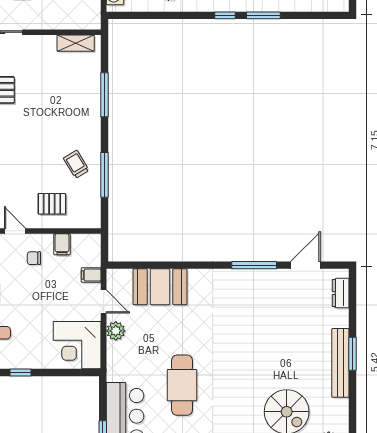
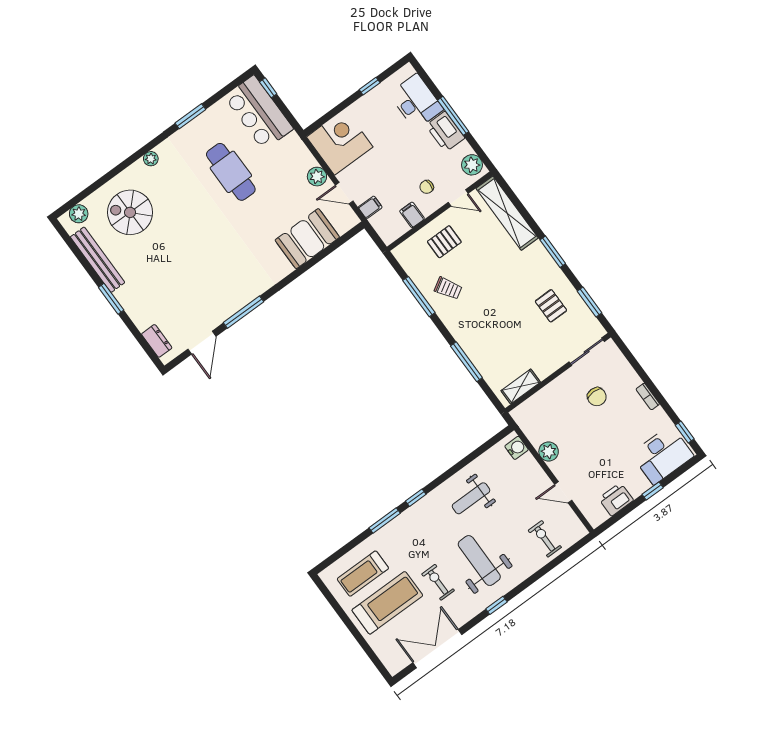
chair: (34, 258) -> (427, 187), turned 180
bench: (340, 363) -> (98, 260), moved

